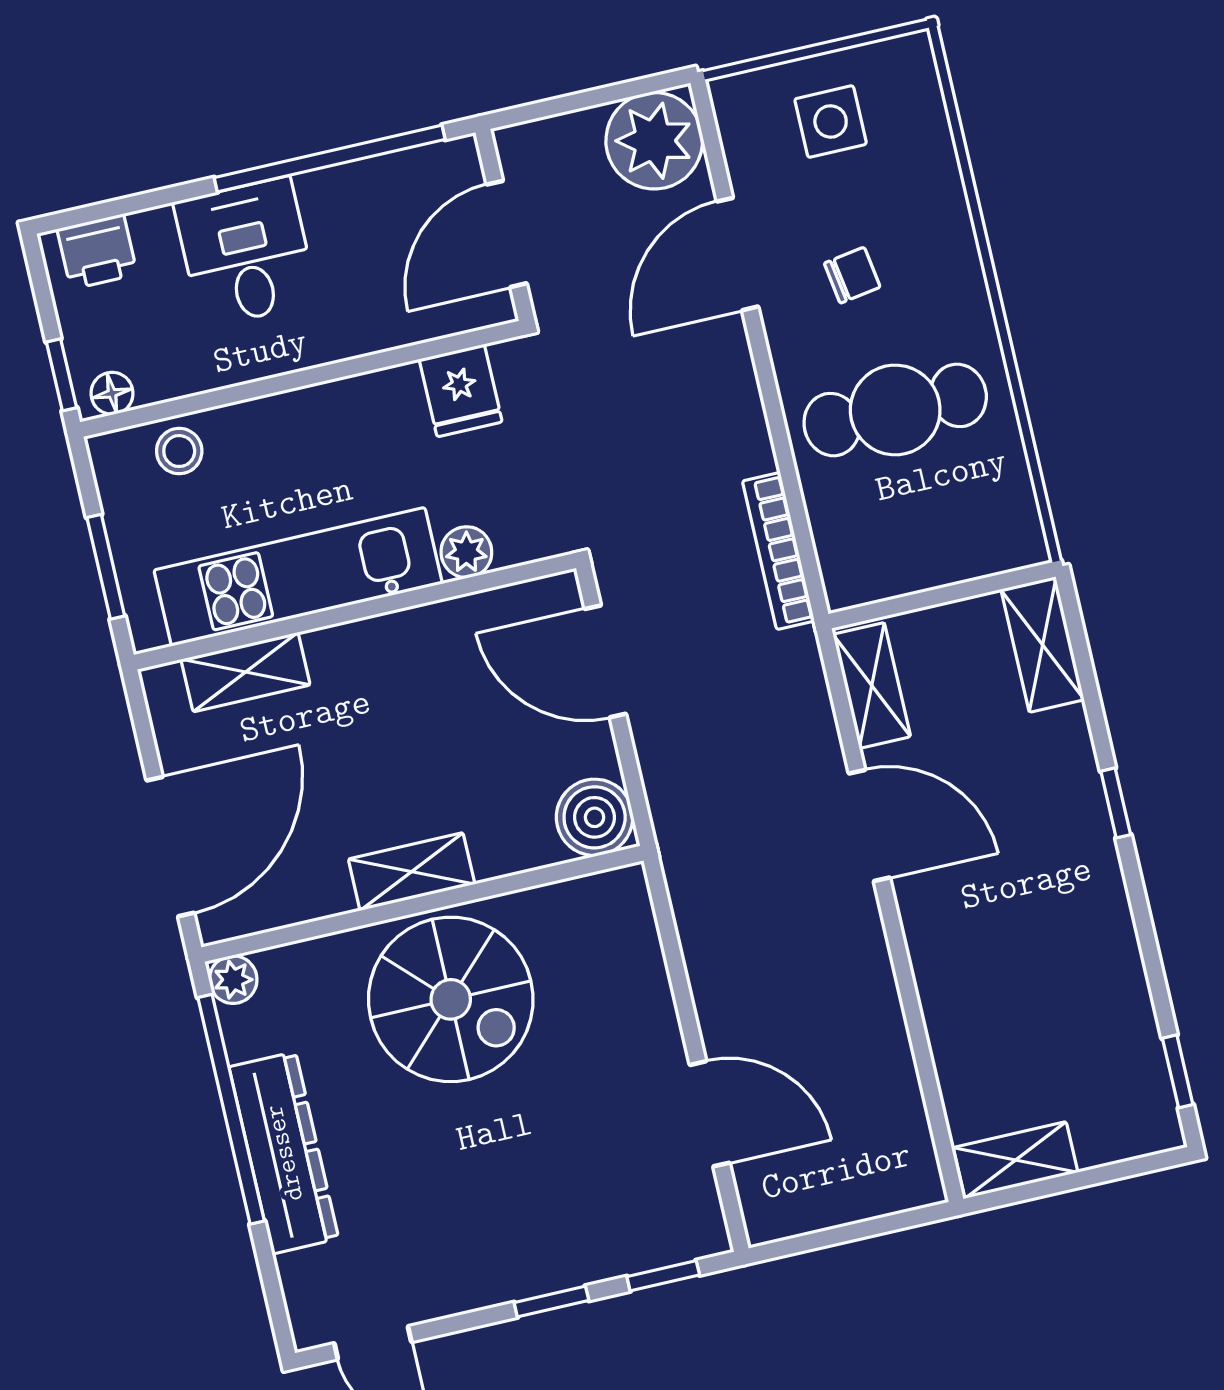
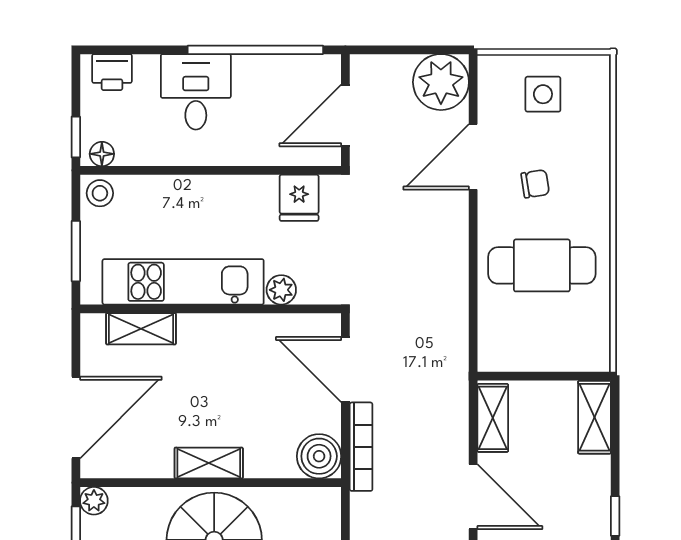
stool: (179, 451) -> (100, 193), moved
bookcase: (778, 551) -> (361, 447), moved, turned 180

